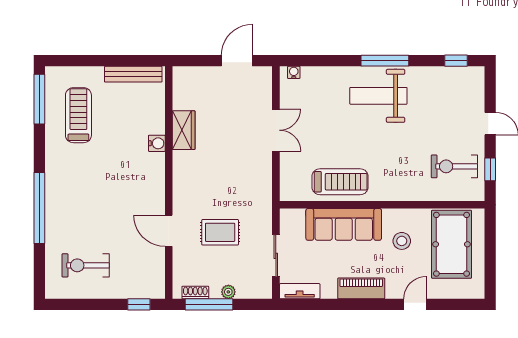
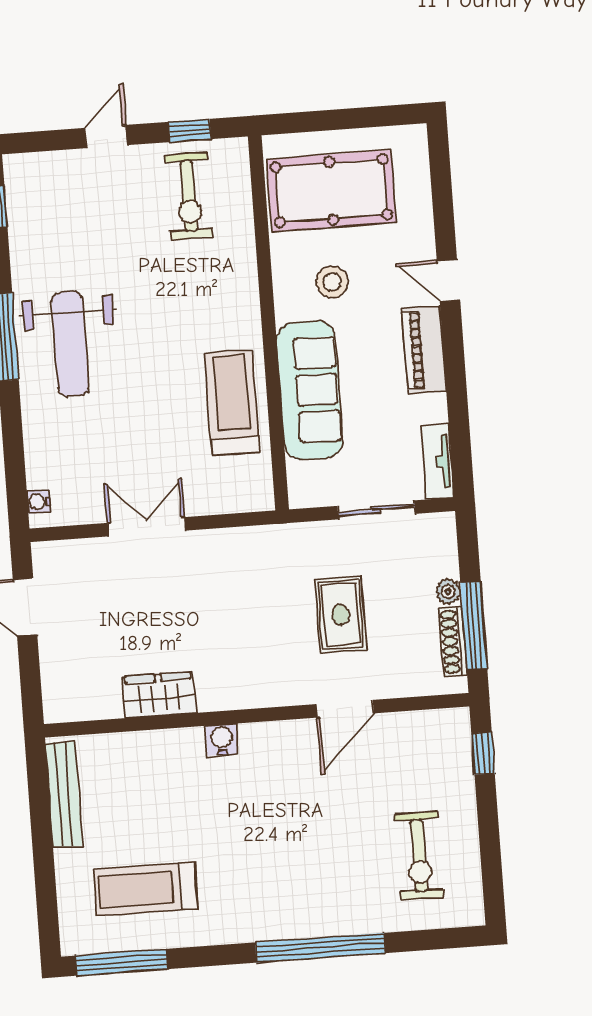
water cooler: (157, 143) -> (222, 740), moved
shoe rack: (195, 292) -> (453, 642), width x1.43
door: (415, 304) -> (448, 281), moved

